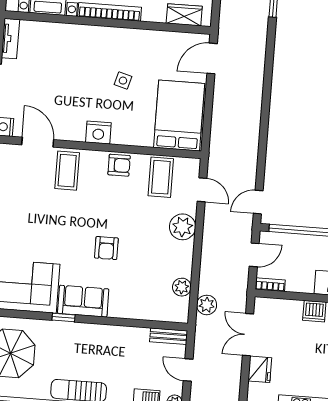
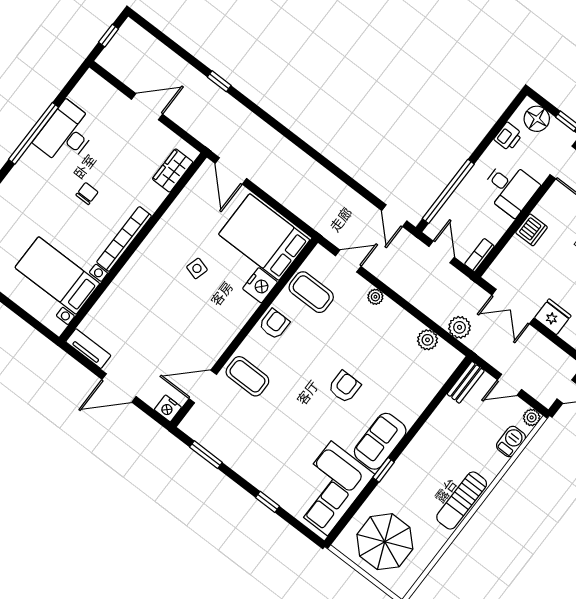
nightstand: (98, 132) -> (260, 285), moved
plant: (183, 227) -> (375, 297), width x0.53, depth x0.53
armchair: (106, 248) -> (344, 387), turned -90

